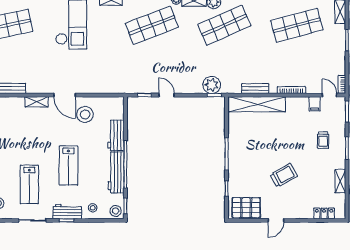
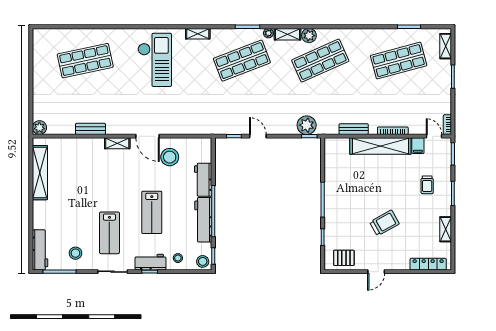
shelving: (257, 104) -> (380, 146), moved
pallet: (246, 208) -> (344, 258), width x0.67, depth x0.71
locker: (324, 213) -> (428, 264), width x1.53

